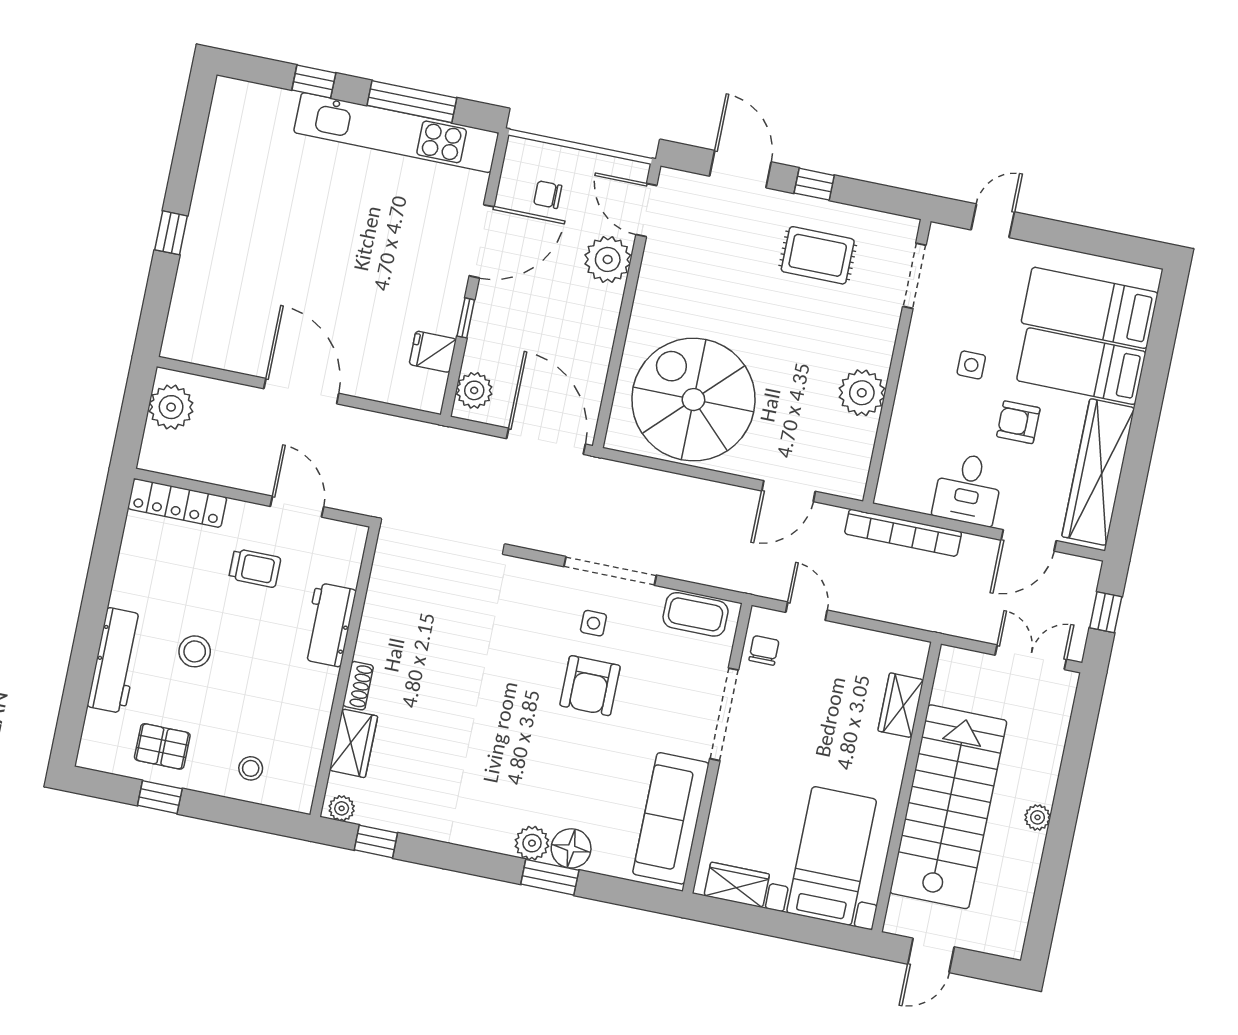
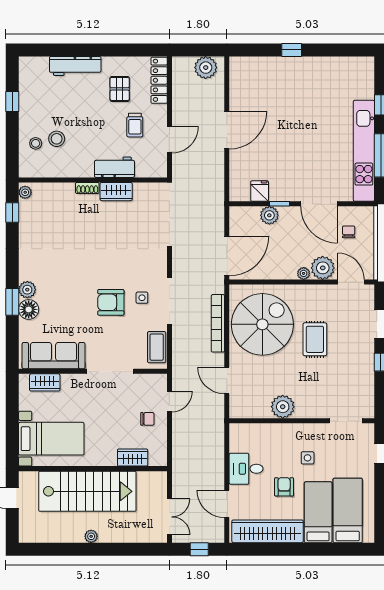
door: (646, 210) -> (351, 282), hinge flipped
rug: (818, 255) -> (315, 339), moved
plant: (611, 299) -> (304, 273), added
plant: (474, 390) -> (269, 215), moved
bookcase: (903, 533) -> (218, 323), moved
chair: (764, 650) -> (147, 419), moved
stool: (195, 651) -> (57, 139), moved
wardrobe: (354, 743) -> (116, 192), moved
pallet: (162, 746) -> (120, 89), moved
wardrobe: (737, 885) -> (45, 382), moved, turned 90

